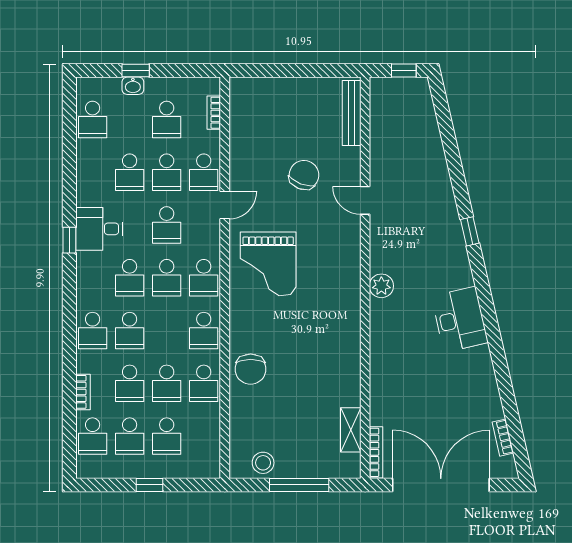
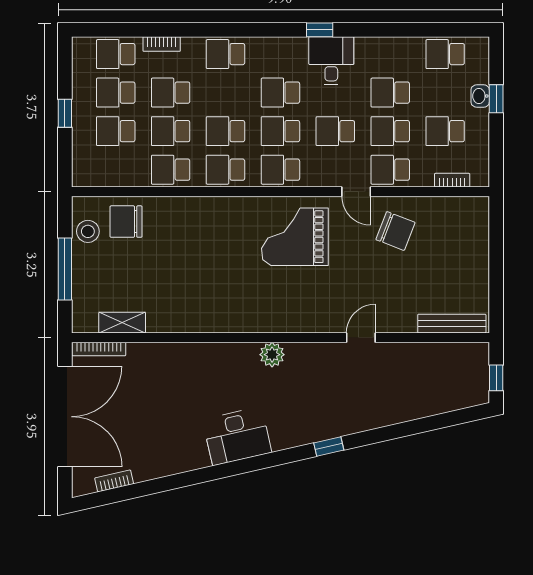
chair: (304, 175) -> (395, 231), moved
school desk: (130, 331) -> (226, 131), moved
chair: (251, 369) -> (126, 222), moved

